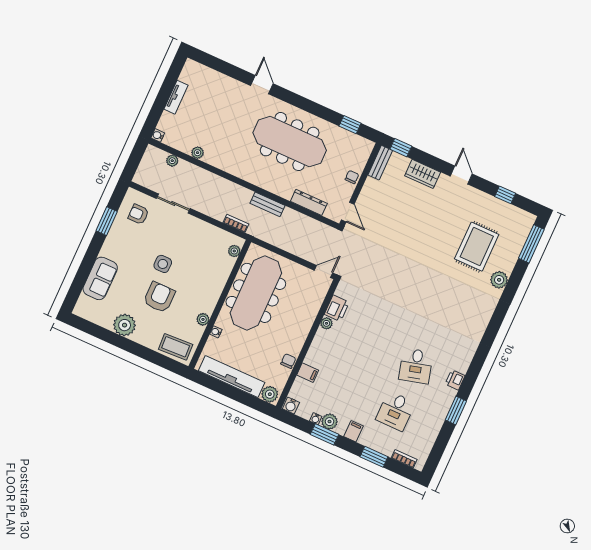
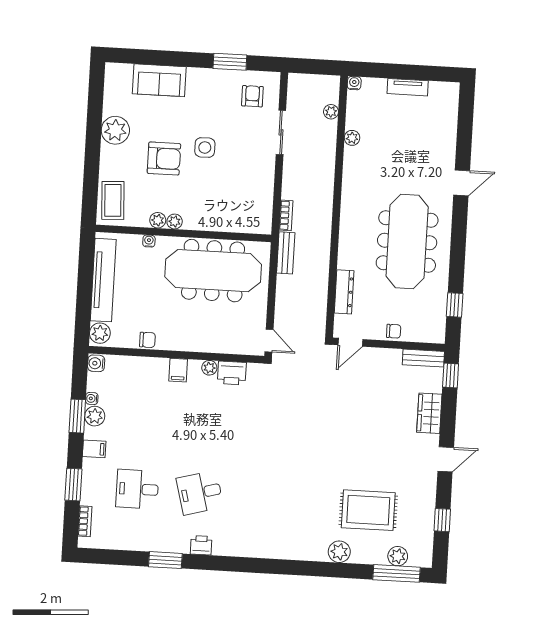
bench: (267, 204) -> (286, 253), moved
plant: (519, 238) -> (398, 556), added
plant: (234, 251) -> (175, 221), moved
filing cabinet: (308, 373) -> (178, 370), moved

